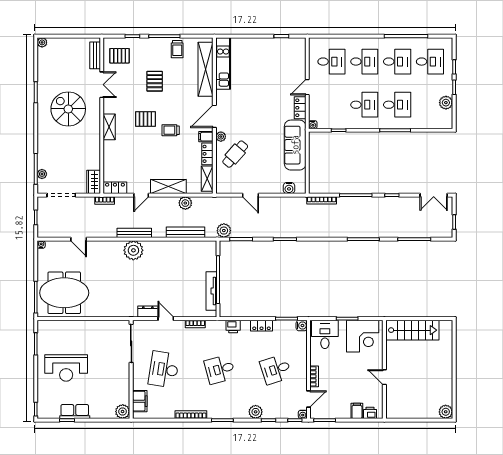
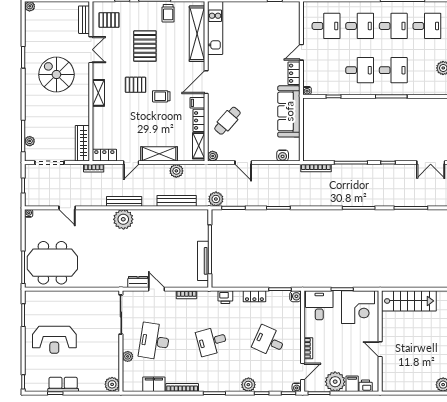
pallet: (155, 81) -> (145, 46), width x1.50, depth x1.42
plant: (221, 137) -> (213, 156), moved
wardrobe: (94, 182) -> (82, 143), width x1.50
desk: (276, 369) -> (269, 341), turned 42
plant: (138, 384) -> (128, 356), added
filing cabinet: (140, 401) -> (154, 384), moved, turned -90
plant: (340, 409) -> (335, 382), added

